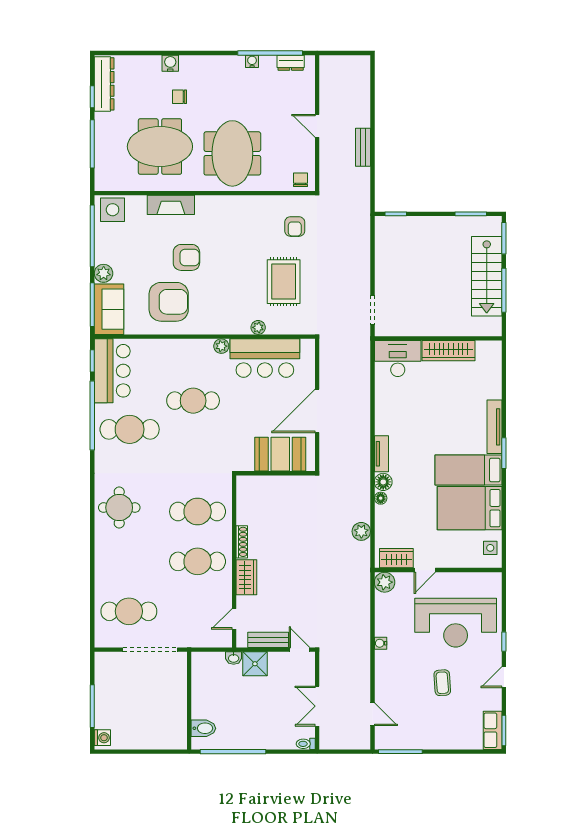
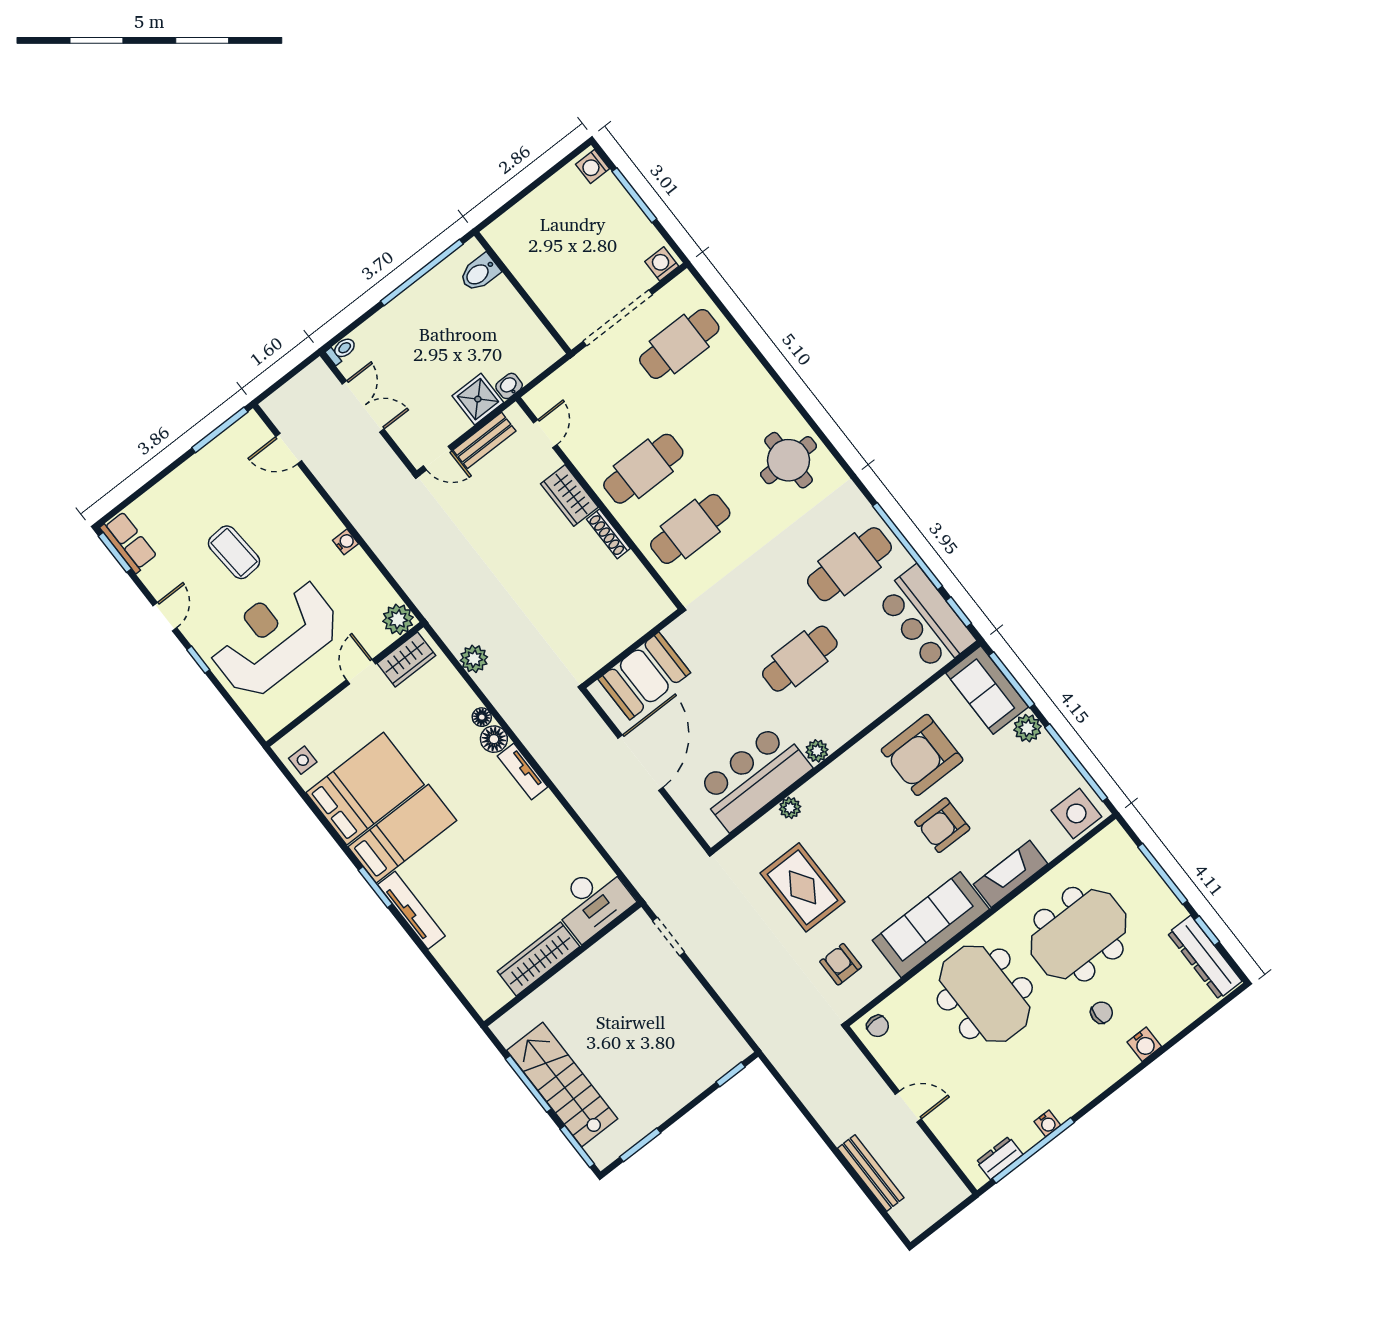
bench: (363, 147) -> (871, 1173), moved, width x1.36
sofa: (232, 211) -> (931, 925), added
washing machine: (106, 660) -> (662, 264), added
coffee table: (442, 683) -> (234, 552), width x1.36, depth x1.30

